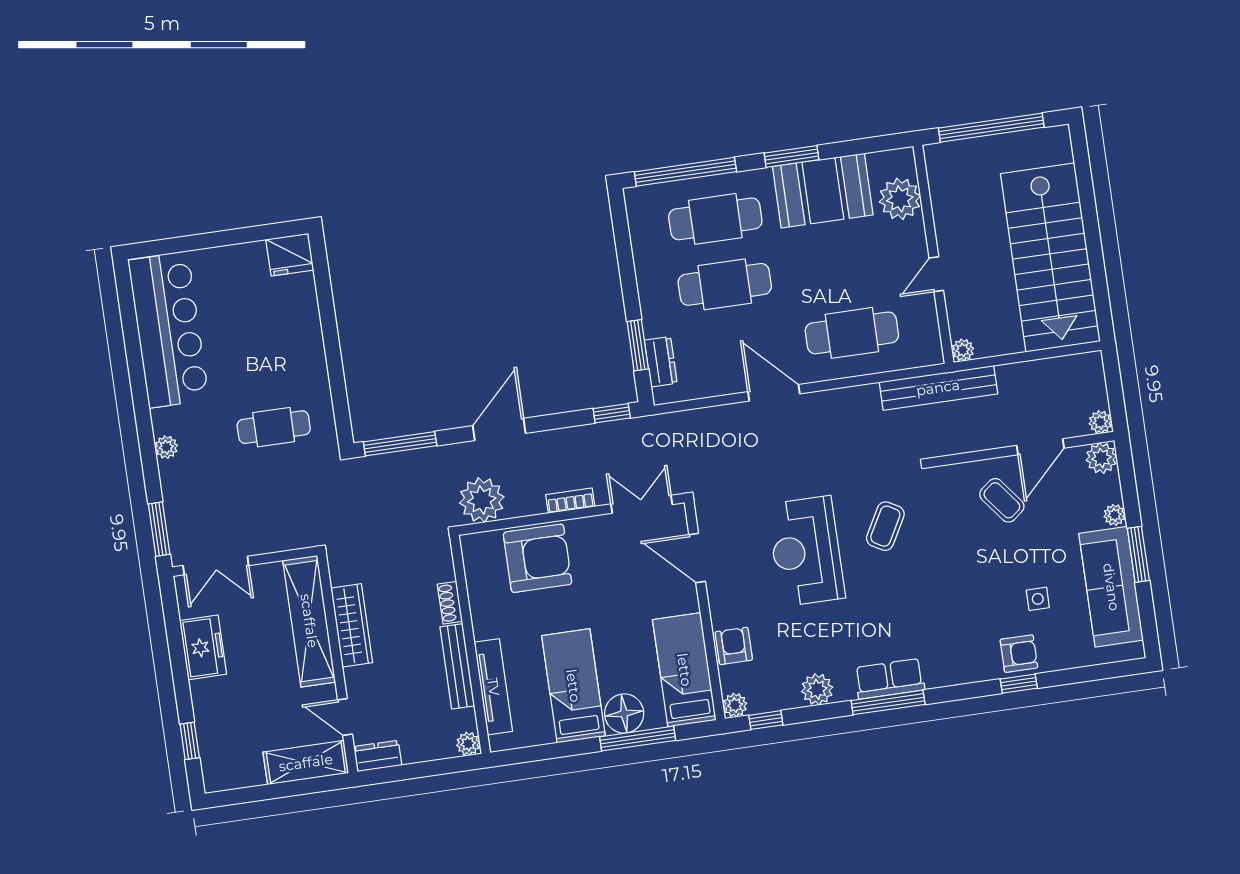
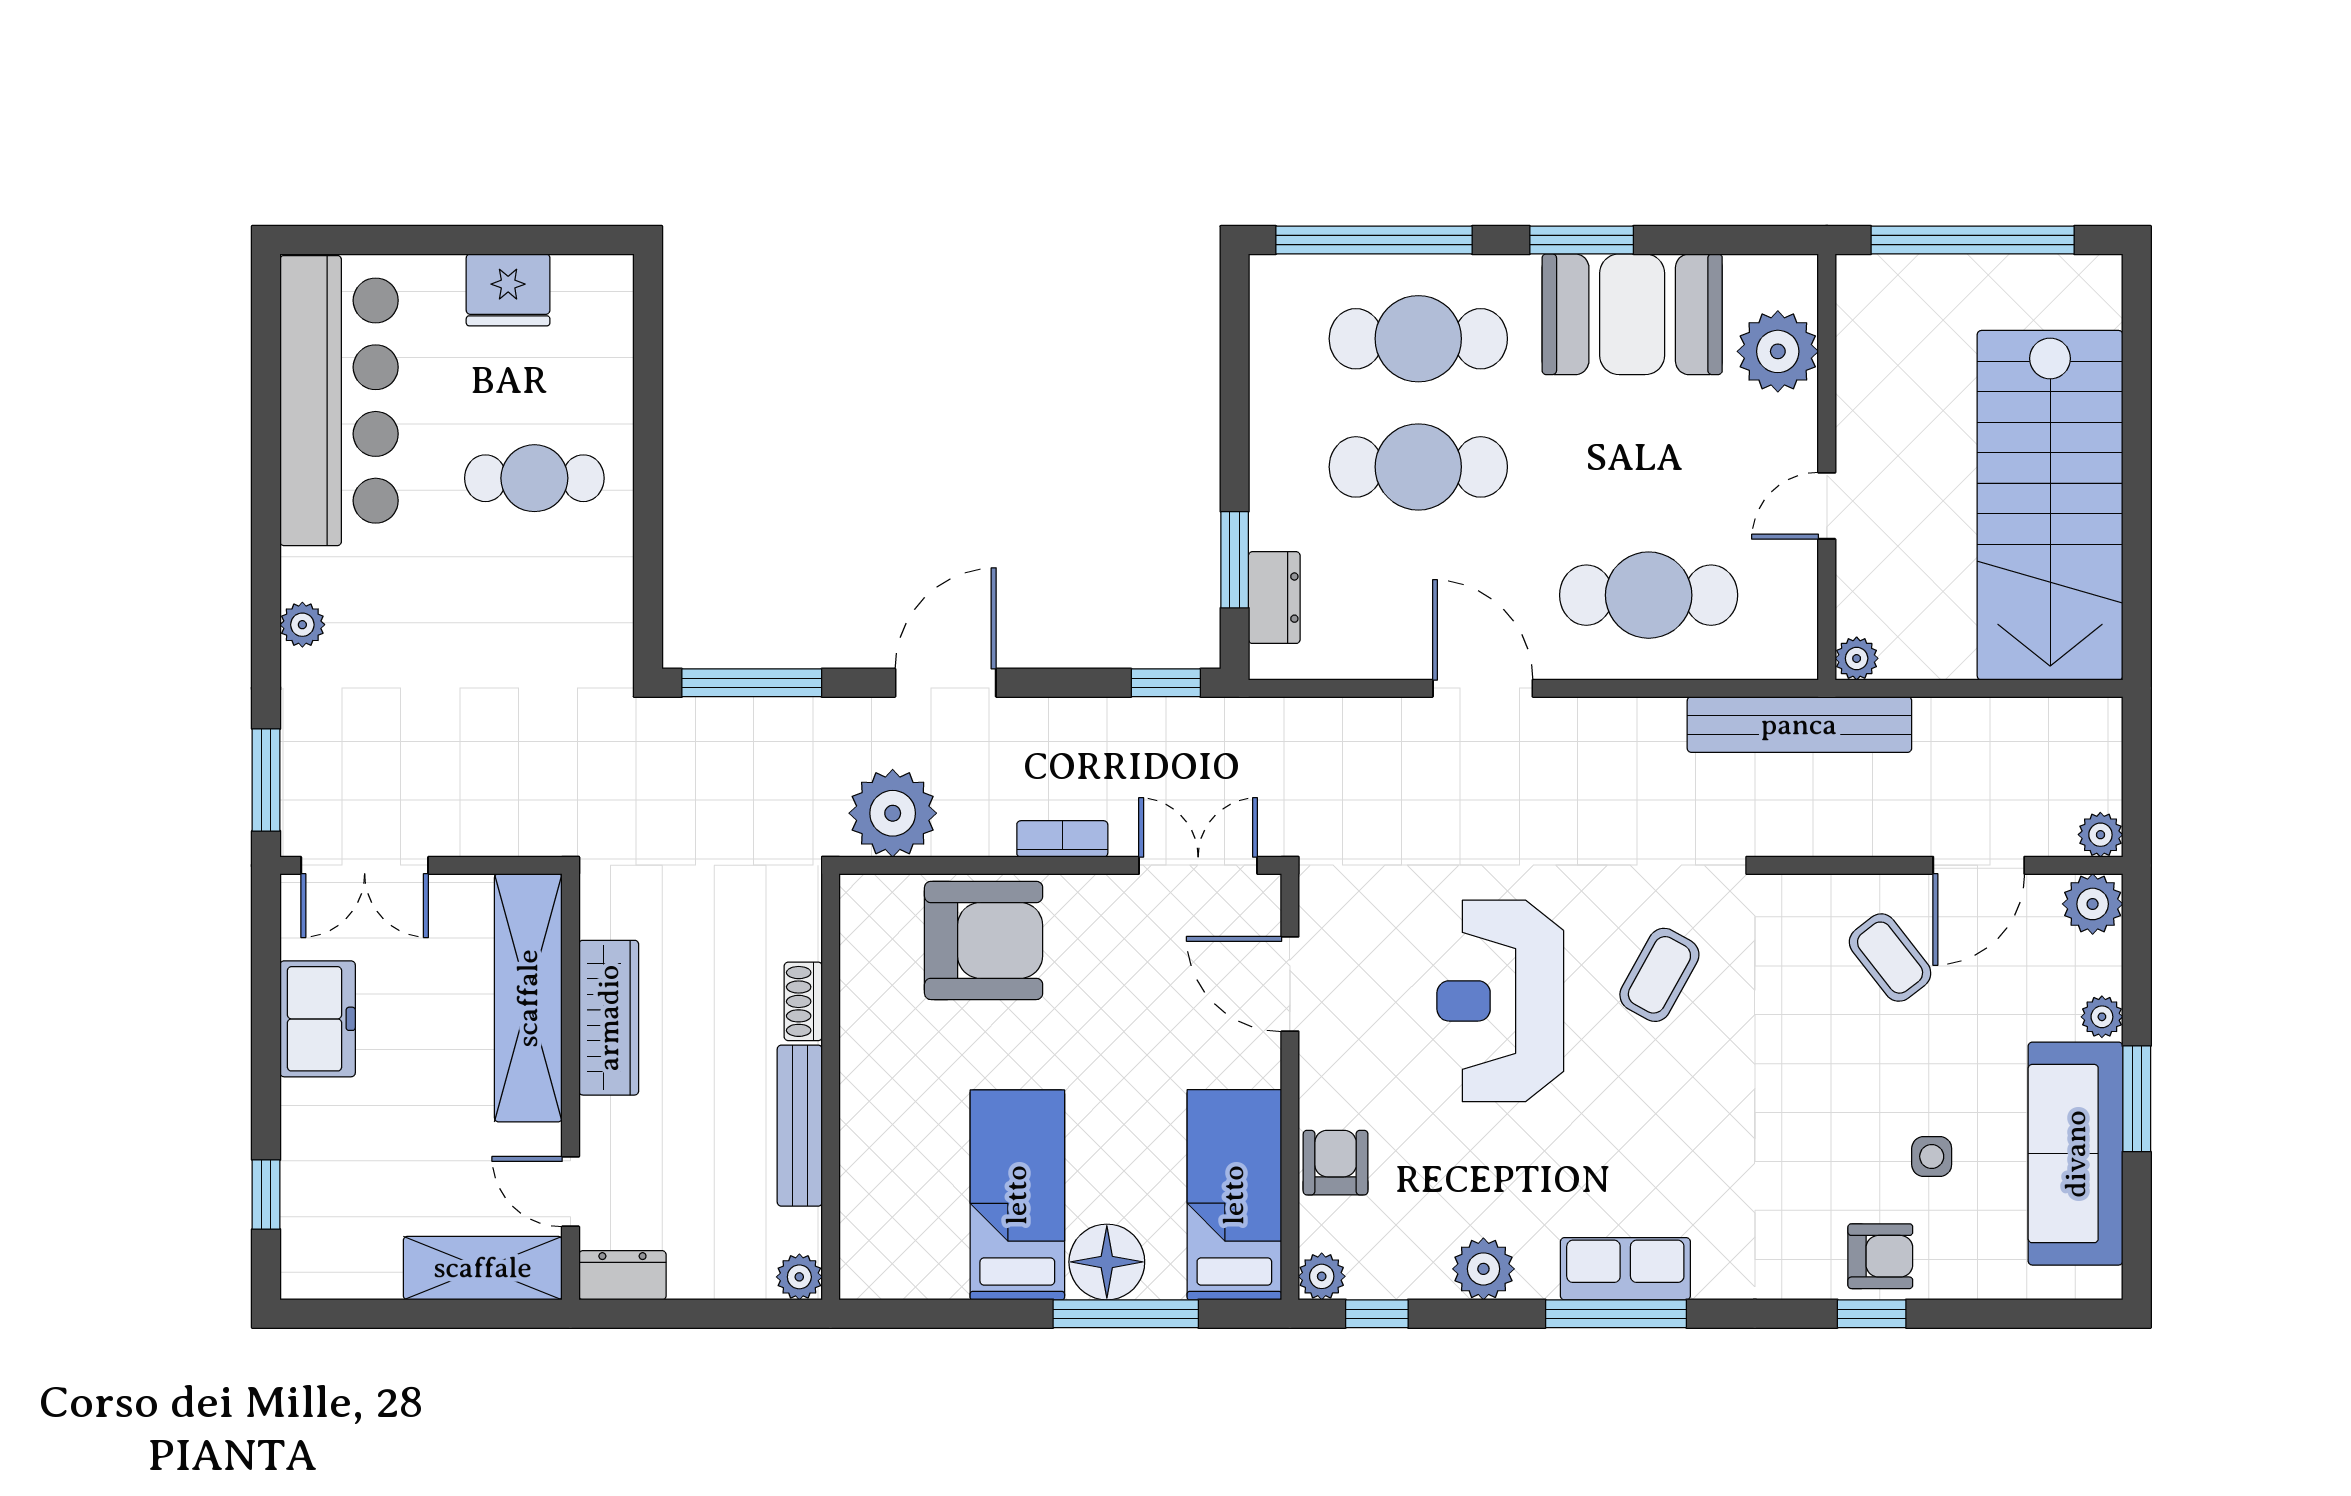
fridge: (290, 255) -> (508, 290), moved
cafe table: (274, 427) -> (534, 478), moved
tv unit: (493, 687) -> (863, 1174), removed

